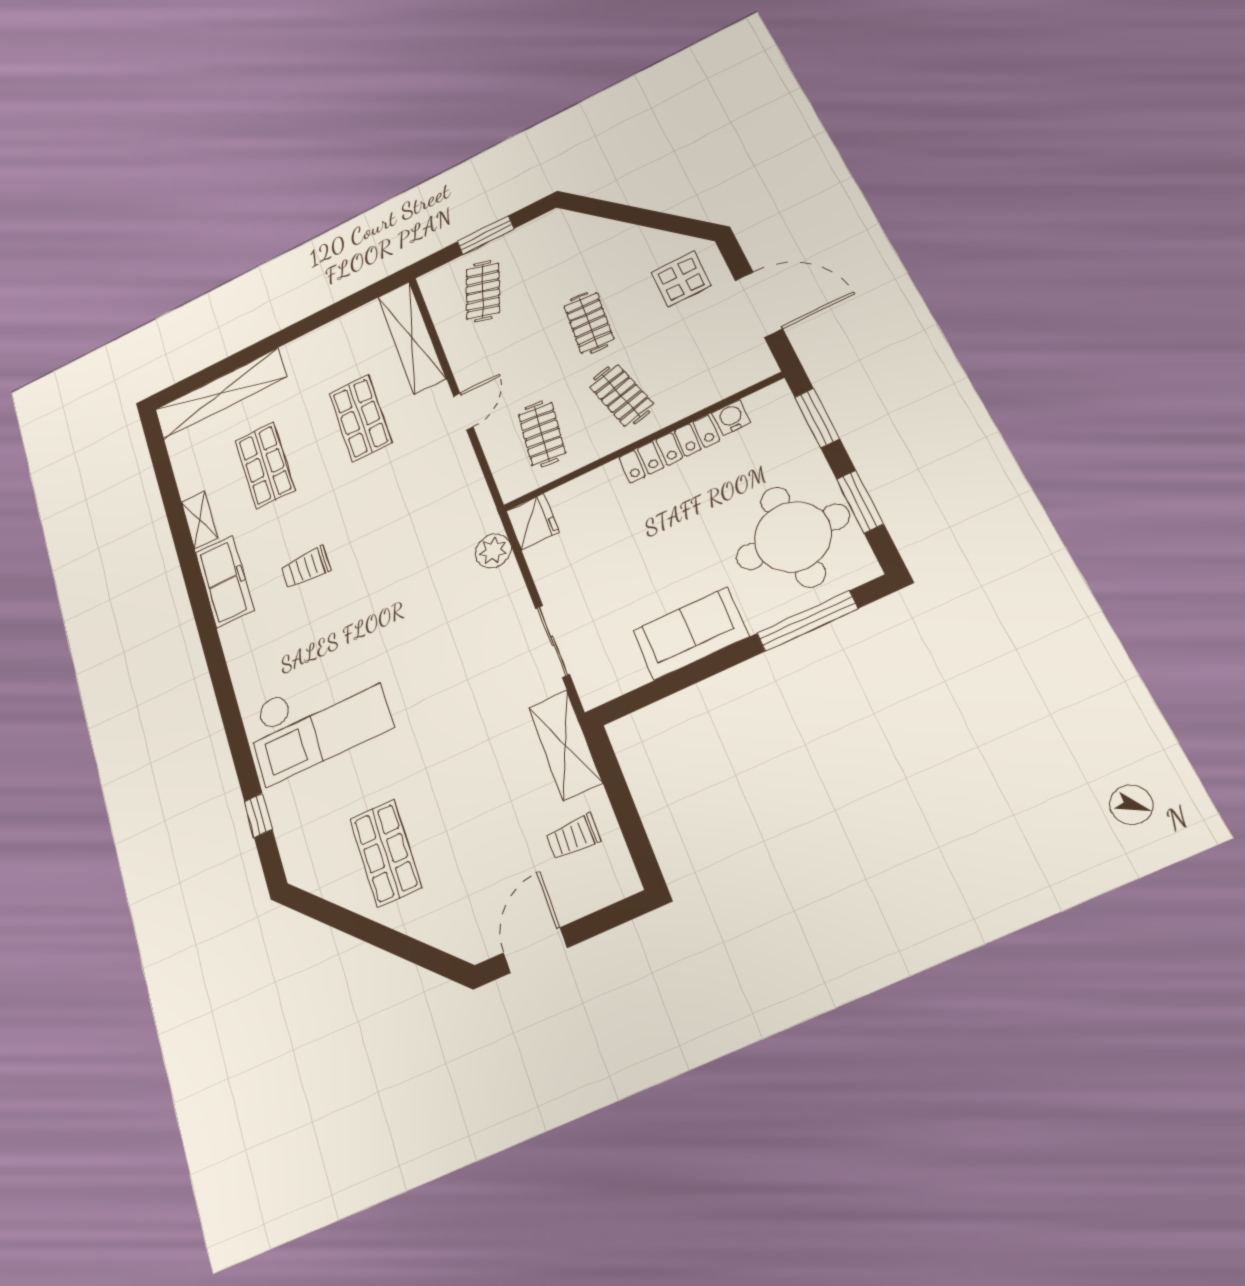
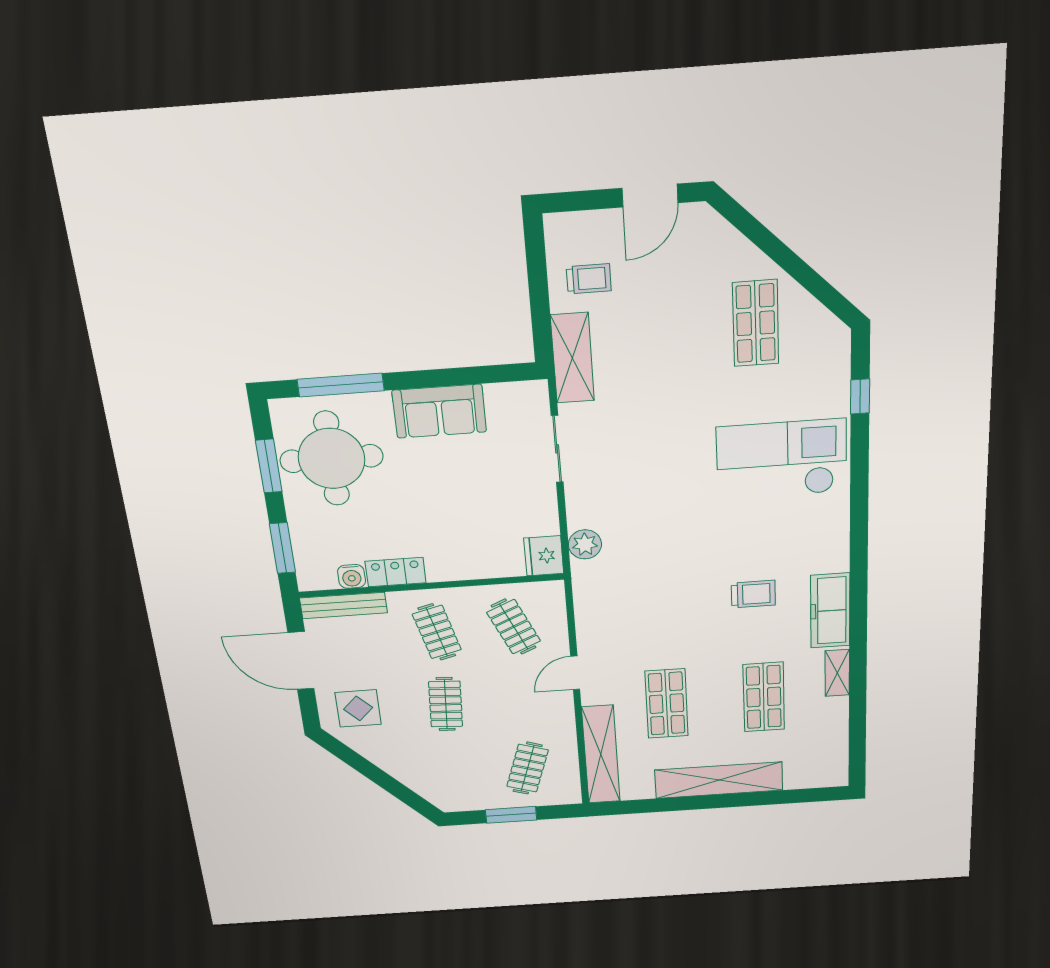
bench: (731, 383) -> (343, 605), added
shelving: (220, 393) -> (719, 780), moved
clothes rail: (542, 434) -> (514, 627), turned -30
locker: (669, 449) -> (396, 572), width x0.66

